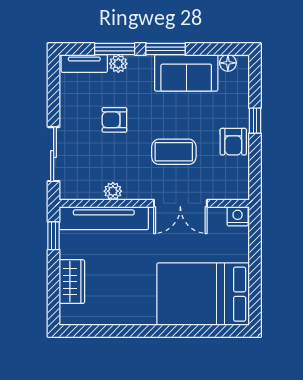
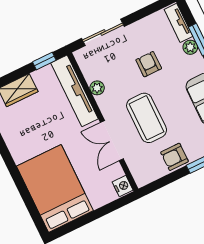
coffee table: (174, 152) -> (147, 118), width x1.36, depth x1.32

